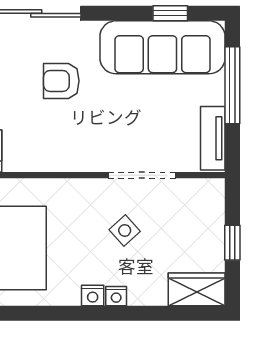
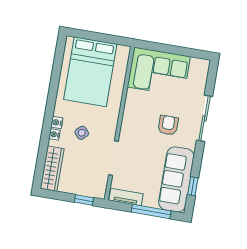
side table: (125, 230) -> (82, 133), moved
window: (232, 243) -> (84, 200), moved
wardrobe: (197, 289) -> (52, 169), width x1.50

